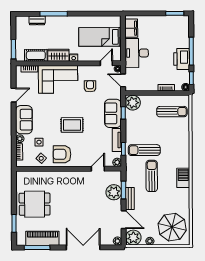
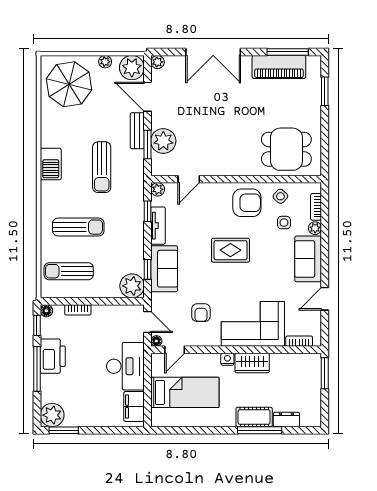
plant: (182, 23) -> (52, 415), added
cot: (36, 55) -> (254, 417), moved
sun lounger: (144, 150) -> (78, 227), moved
dining table: (35, 204) -> (286, 149), moved

